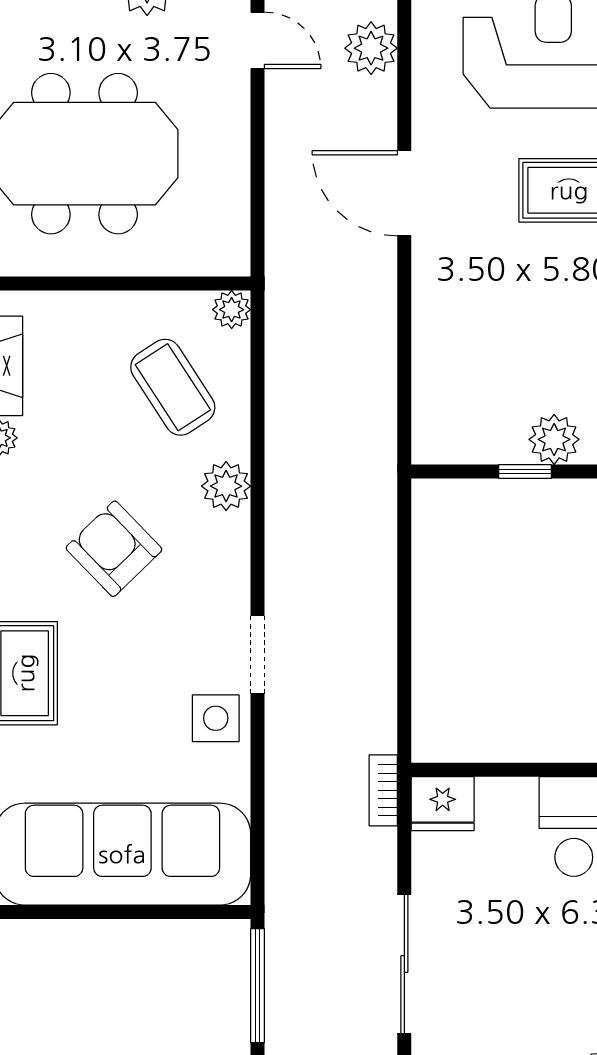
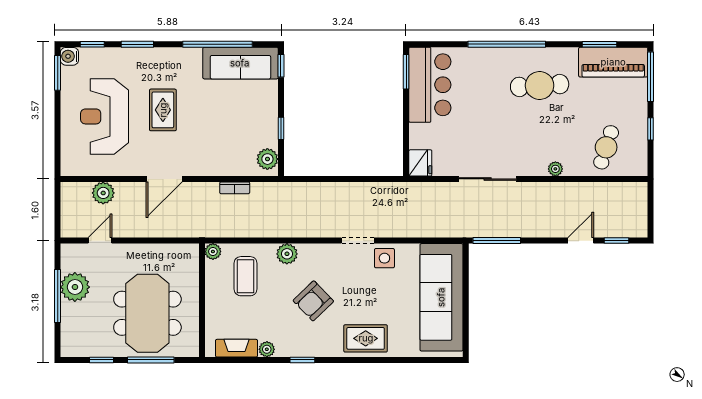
coffee table: (173, 387) -> (246, 276), turned -57
plant: (554, 439) -> (267, 159), moved
bookcase: (383, 790) -> (235, 188), moved

